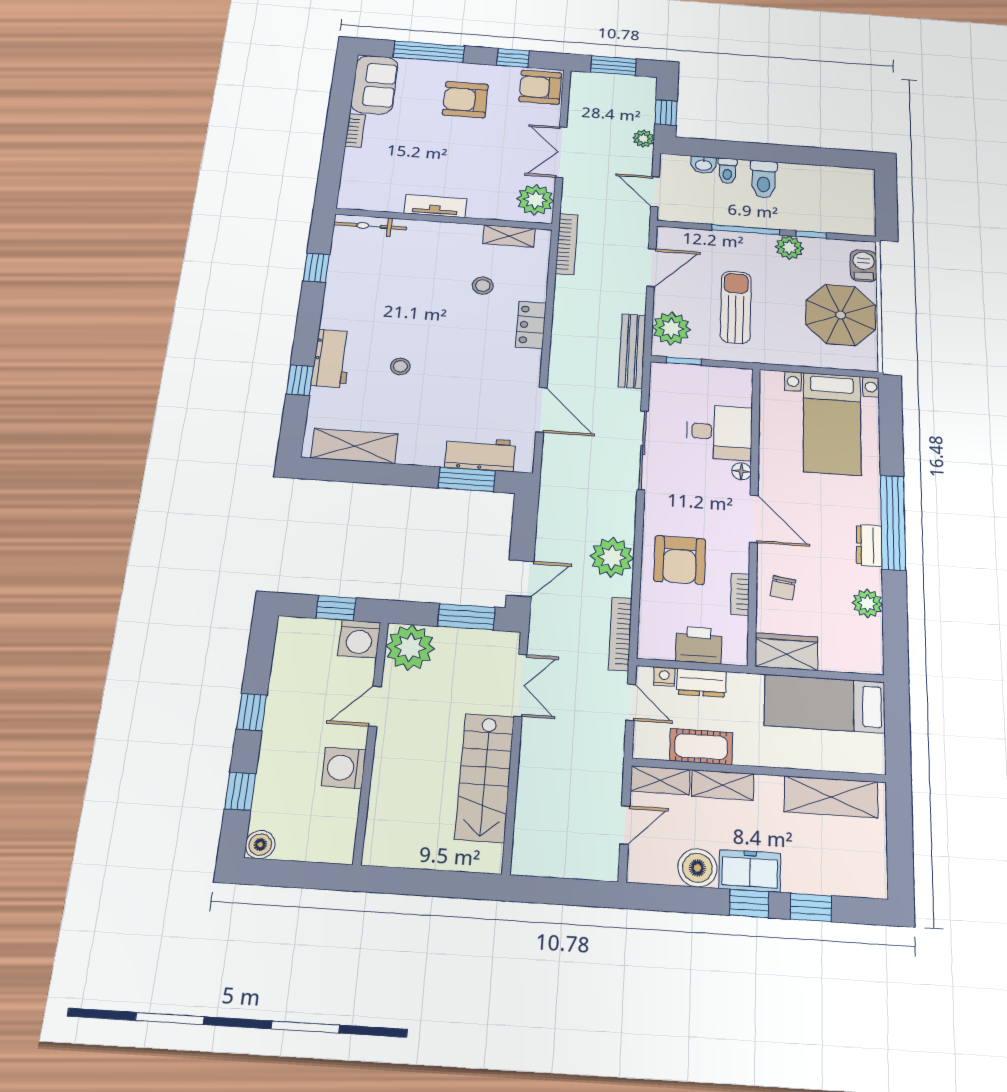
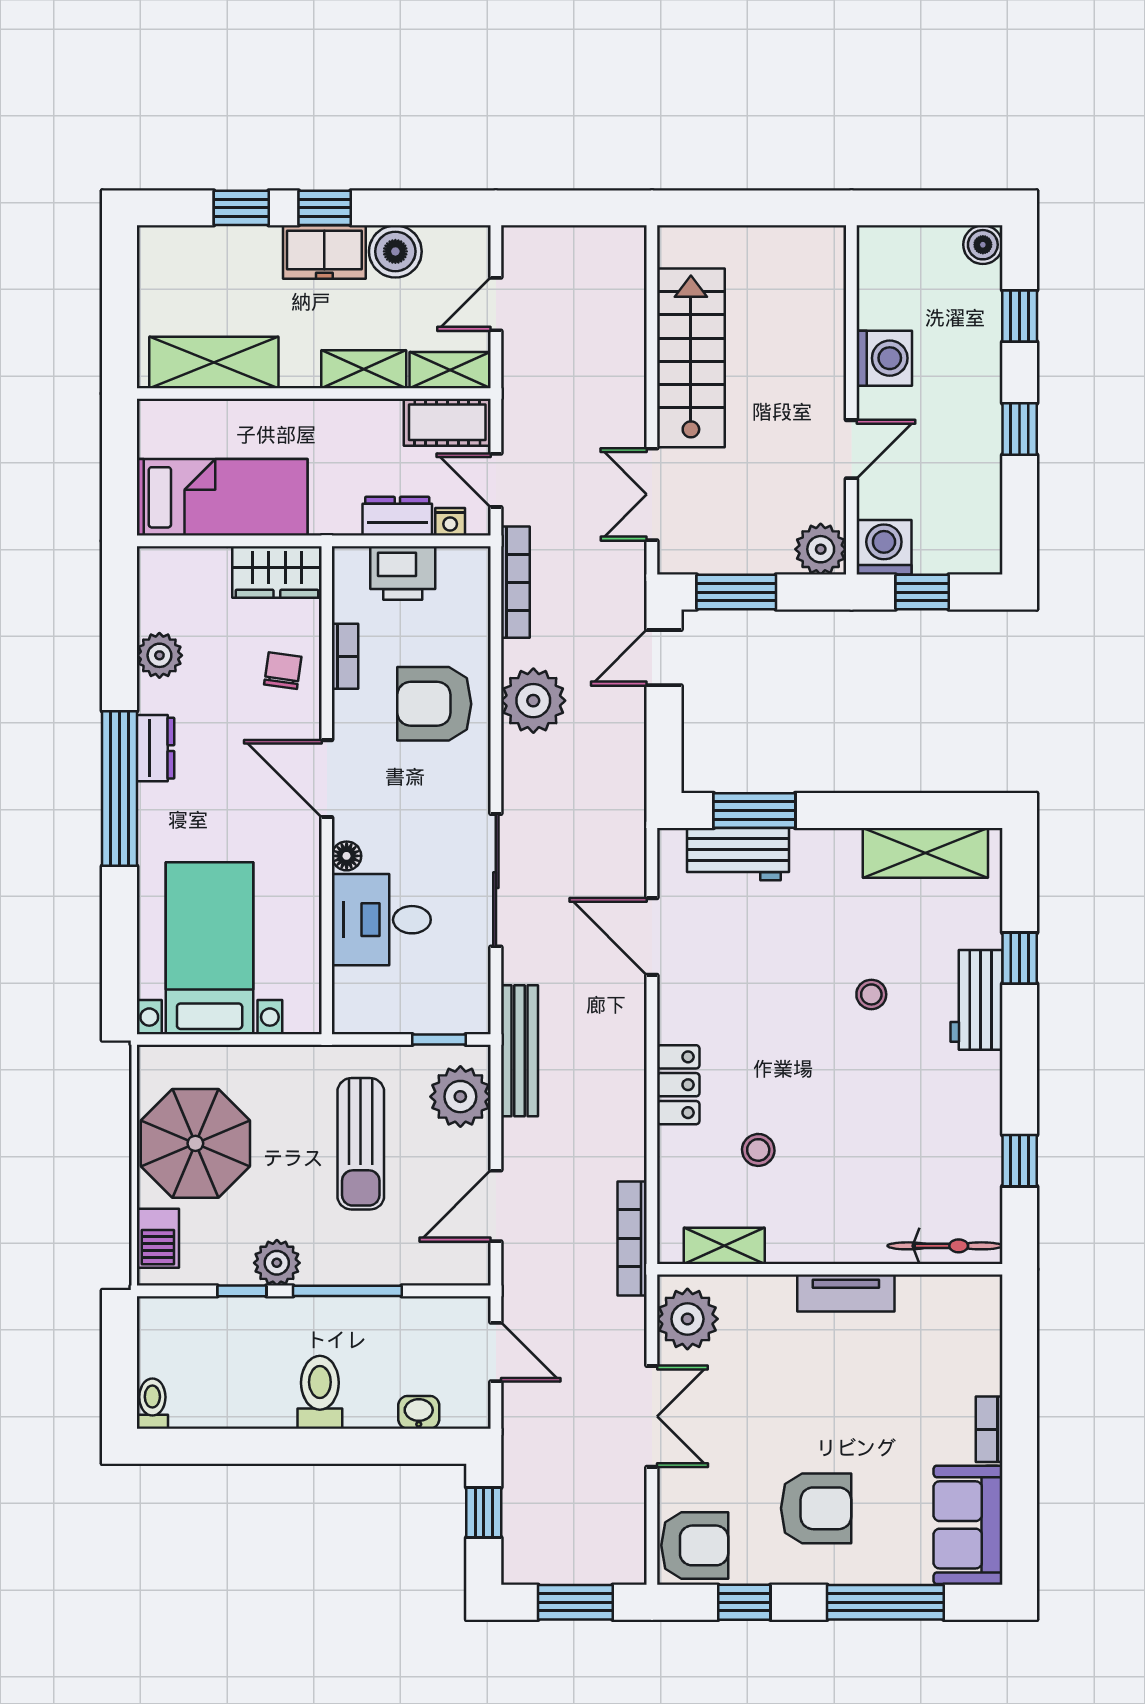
plant: (643, 139) -> (519, 1456), removed
toilet: (727, 171) -> (152, 1404), moved
armchair: (680, 560) -> (434, 704), turned -90
plant: (410, 647) -> (821, 549), width x0.73, depth x0.73
cot: (701, 747) -> (447, 422), moved

